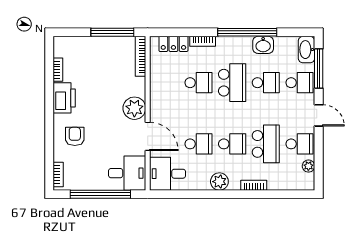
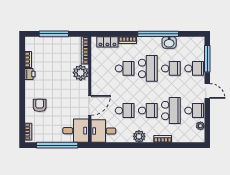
window: (112, 32) -> (54, 34), moved
washbasin: (306, 50) -> (199, 46), removed
printer: (64, 98) -> (30, 74), width x0.53, depth x0.68
plant: (134, 108) -> (81, 73), moved
door: (148, 136) -> (90, 105), hinge flipped

